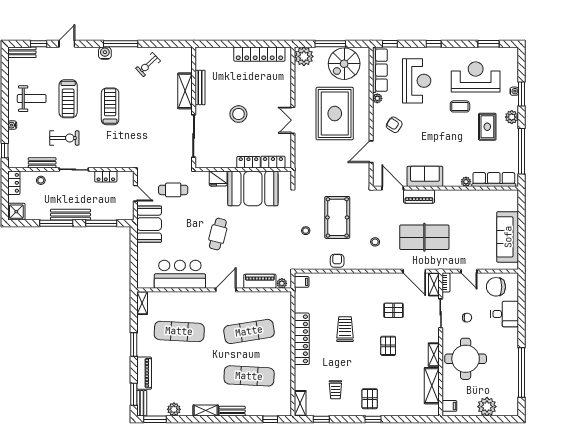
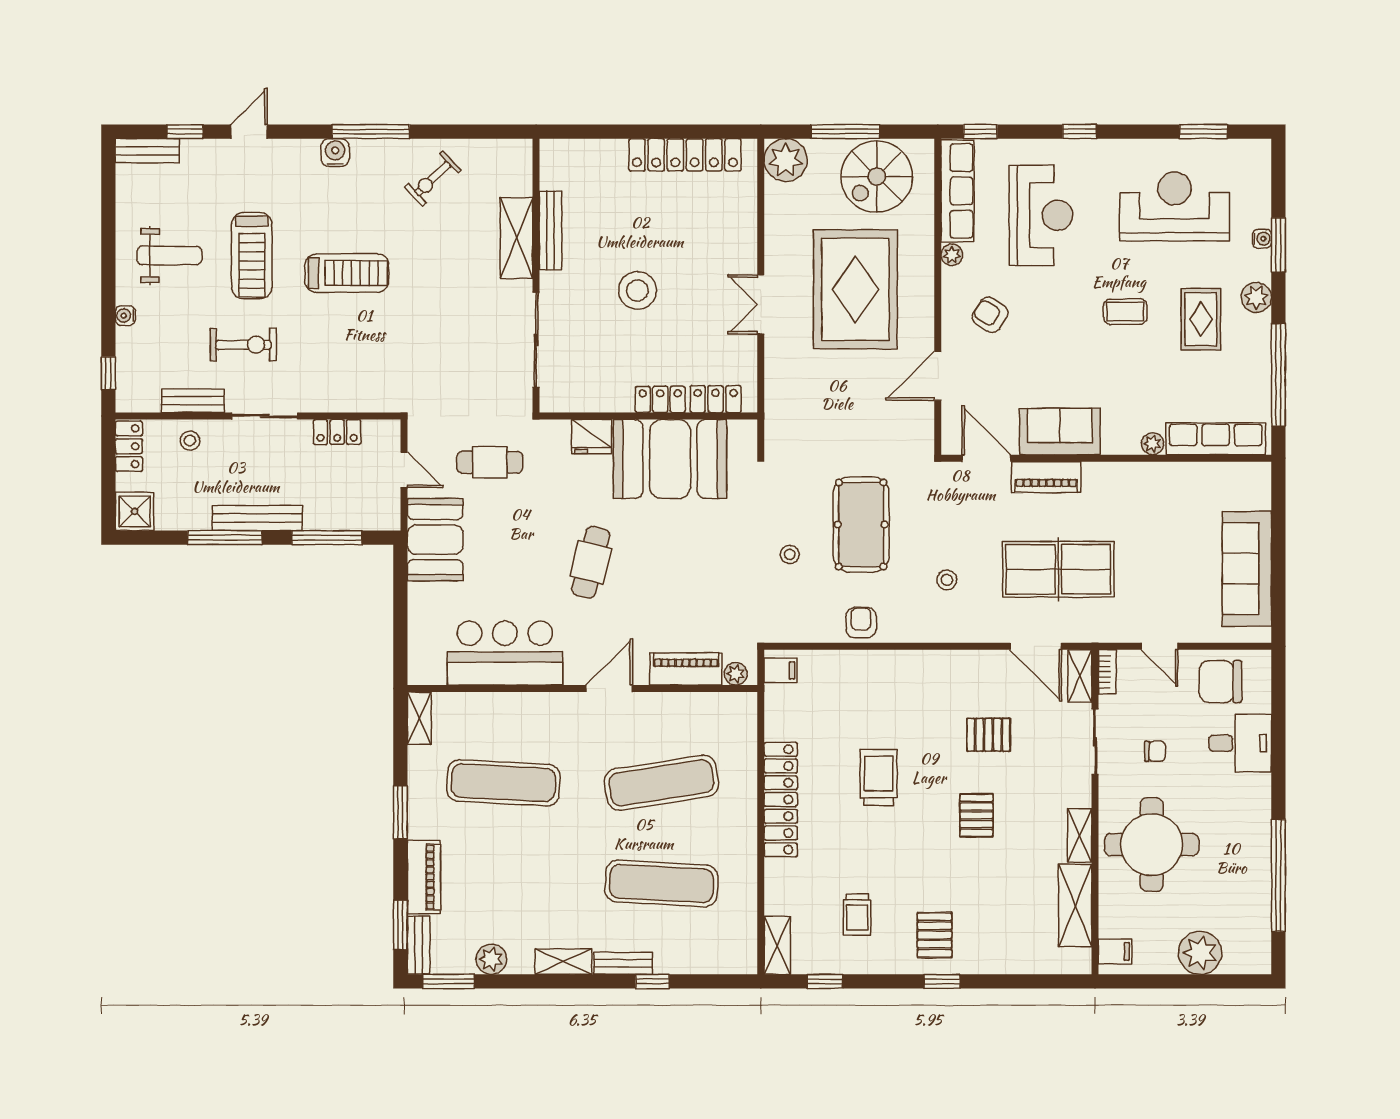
treadmill: (110, 106) -> (347, 273), turned 90
coffee table: (460, 106) -> (1125, 312), moved
window: (270, 419) -> (652, 981), moved

